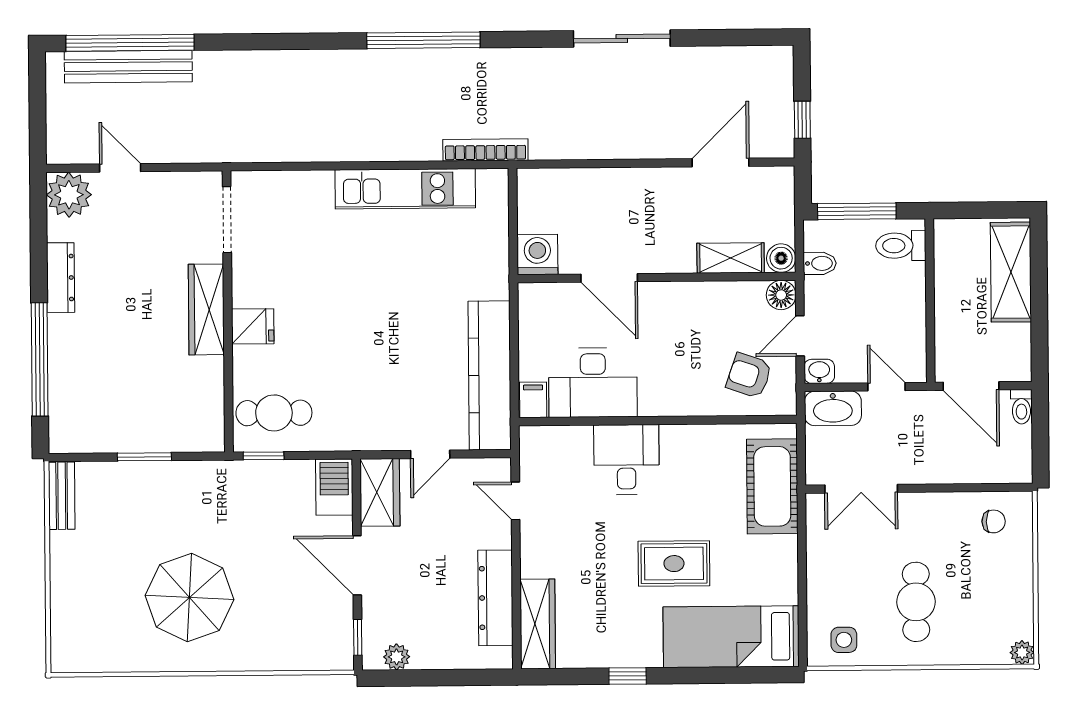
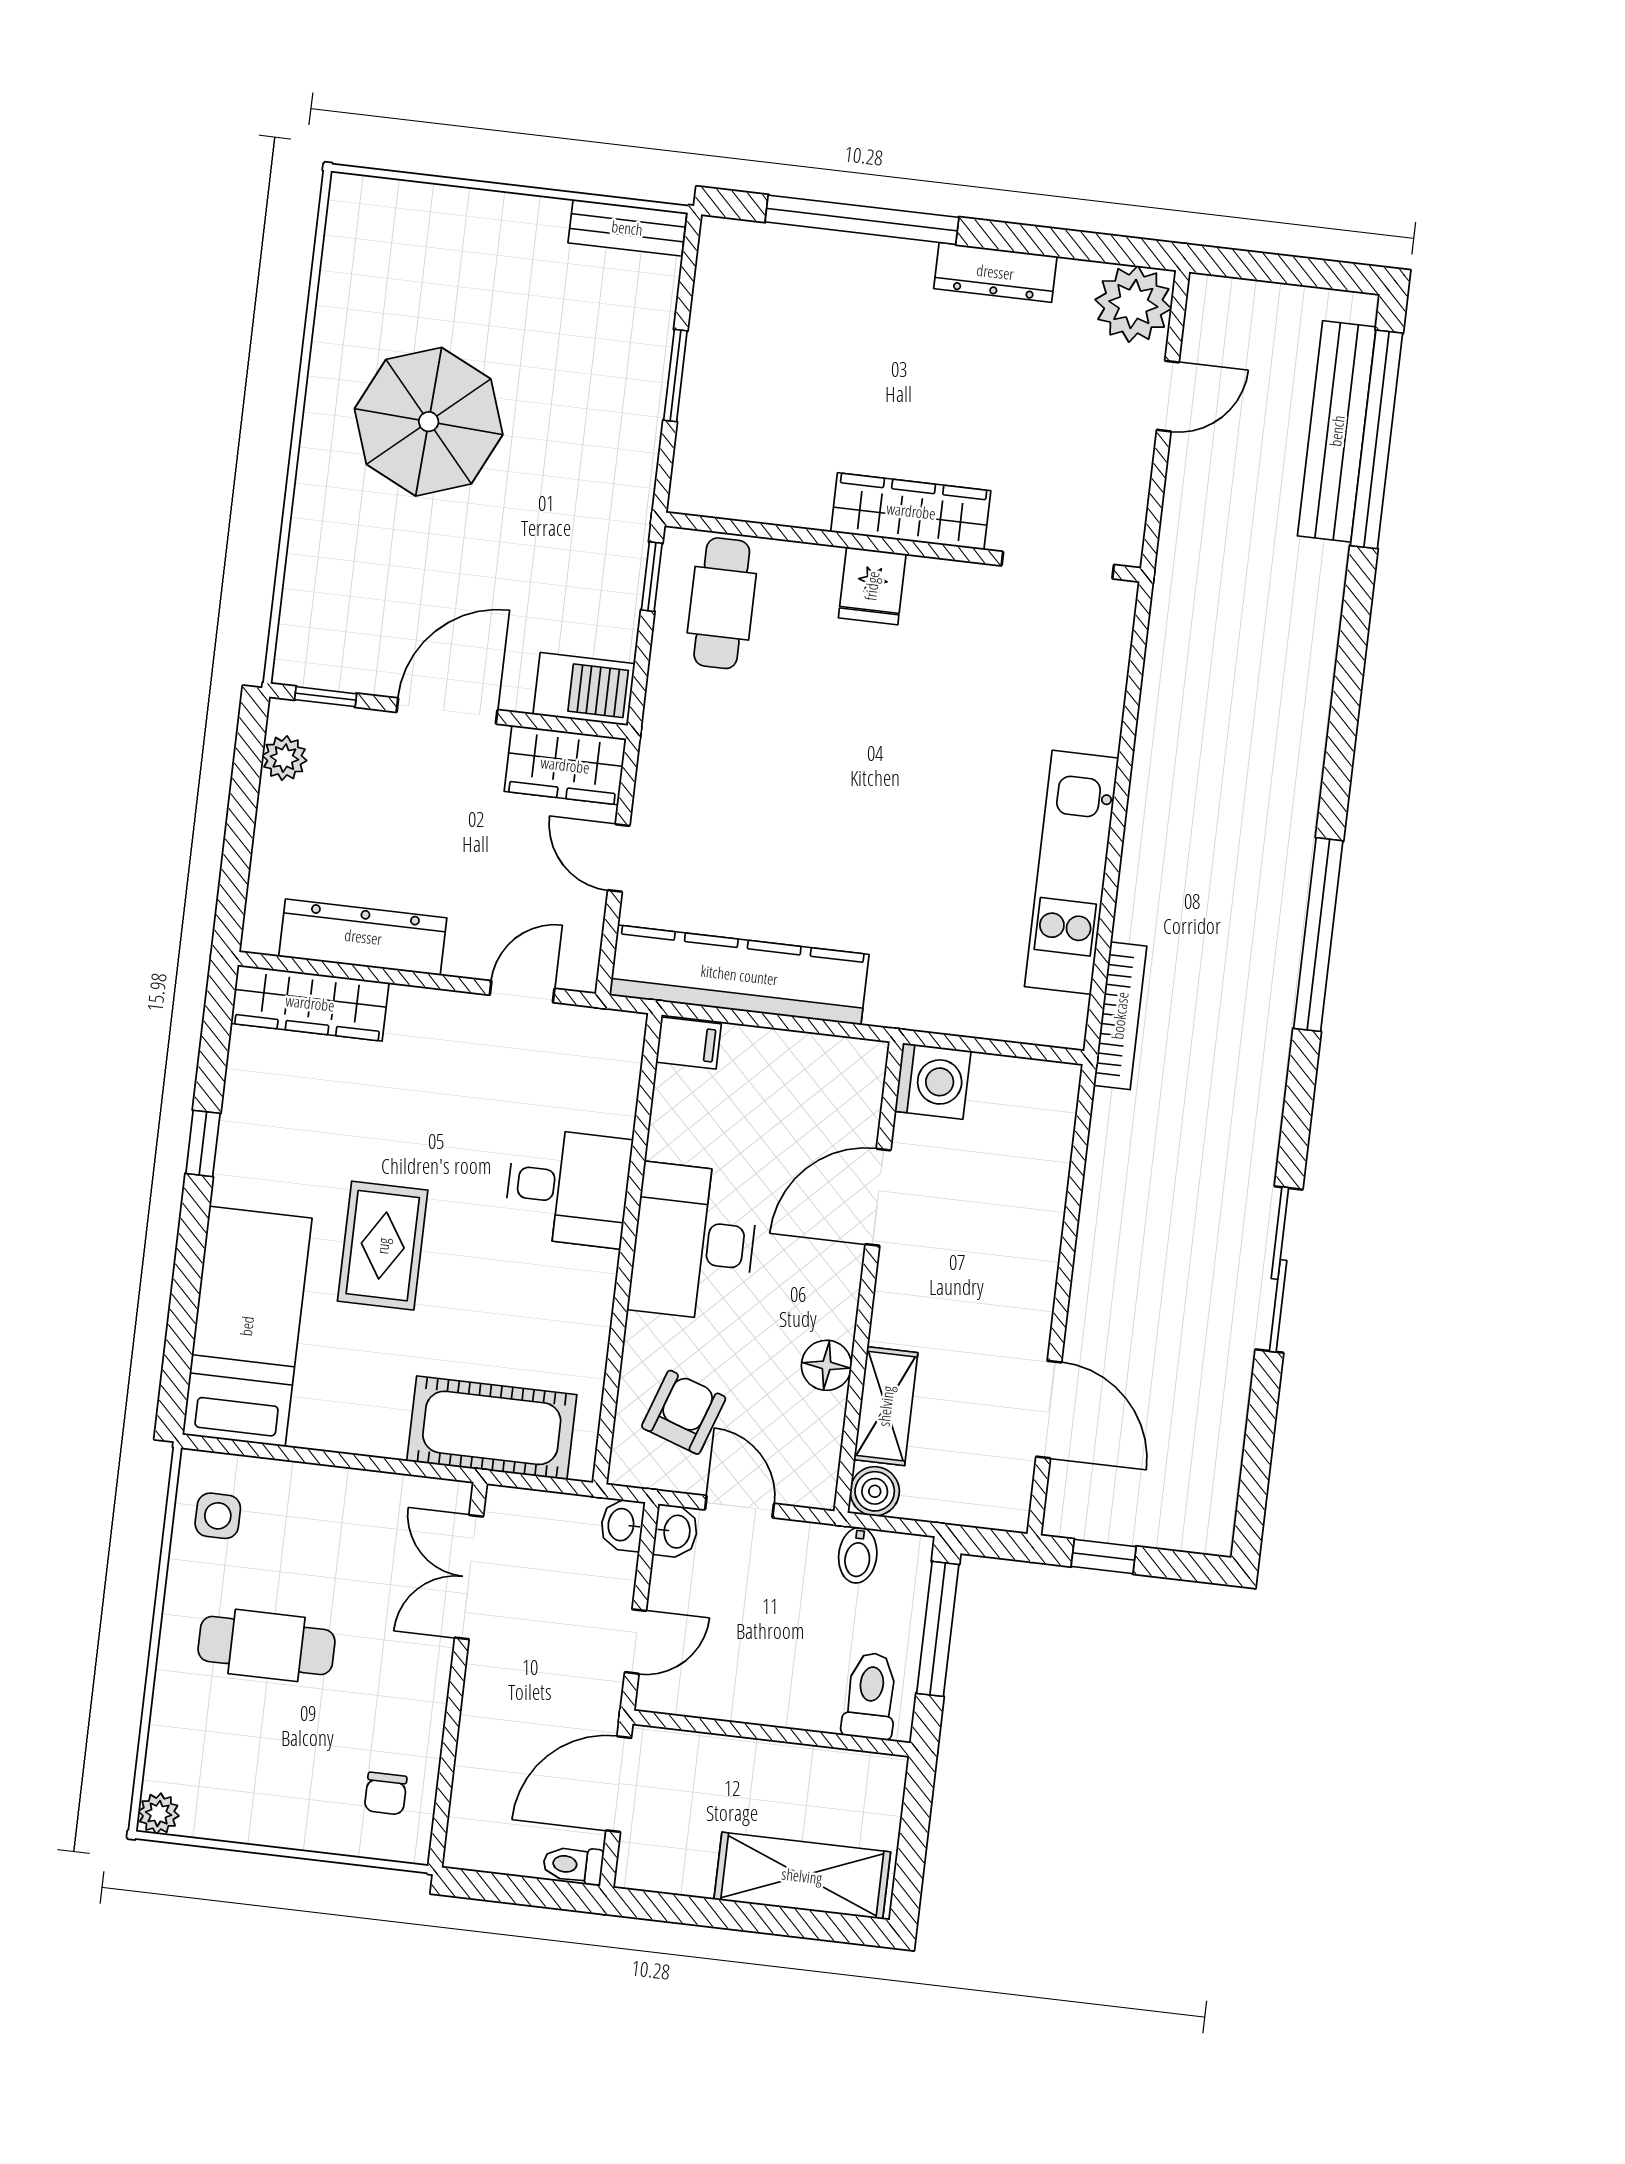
floor lamp: (781, 295) -> (826, 1365), moved
desk: (593, 383) -> (694, 1242), moved
washbasin: (833, 408) -> (622, 1525), width x0.52, depth x0.69

